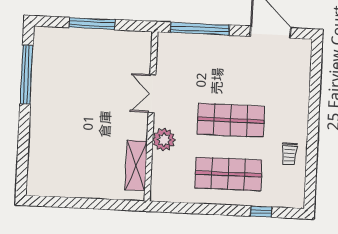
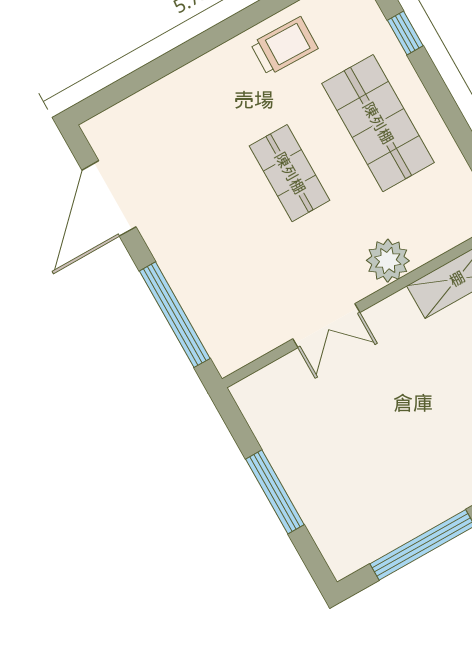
shop shelf: (231, 120) -> (290, 173), width x0.70, depth x0.74
trolley: (289, 154) -> (284, 46), width x1.36, depth x1.39

